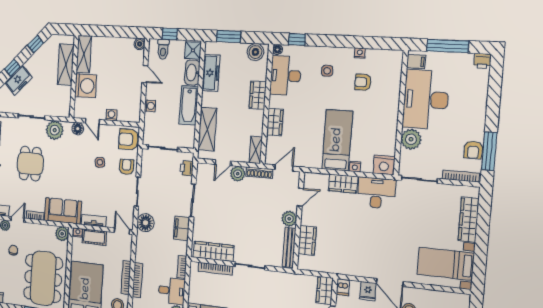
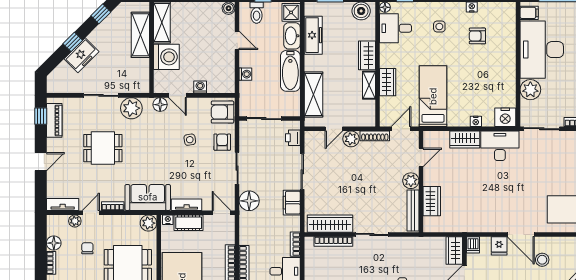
desk: (285, 76) -> (395, 28), width x0.73
bed: (337, 140) -> (433, 96), moved
shelving: (256, 150) -> (369, 85), moved
dining table: (30, 164) -> (103, 148), turned 90

